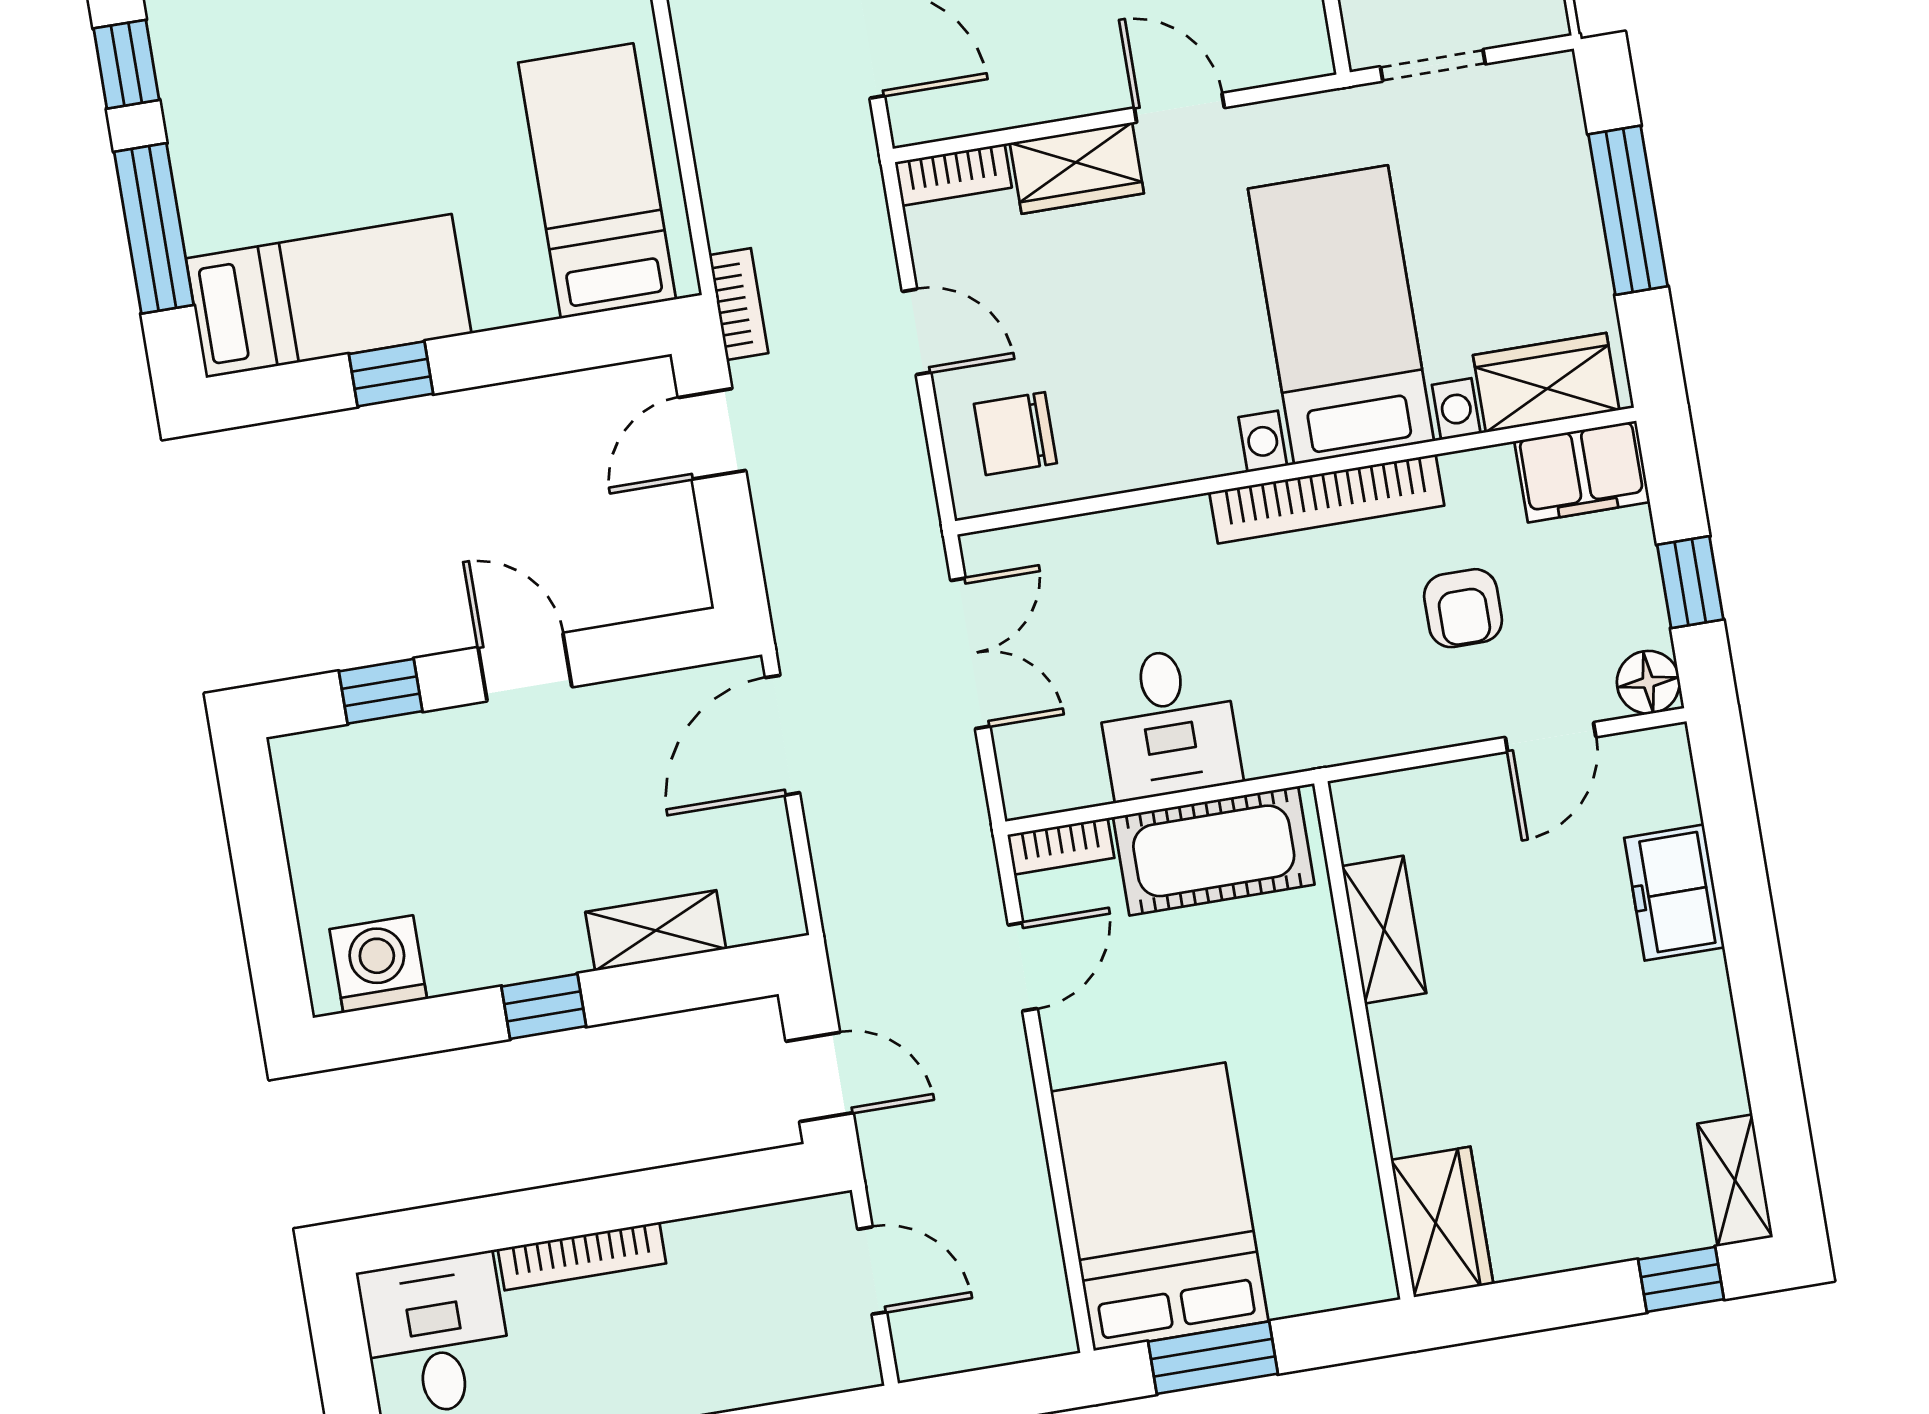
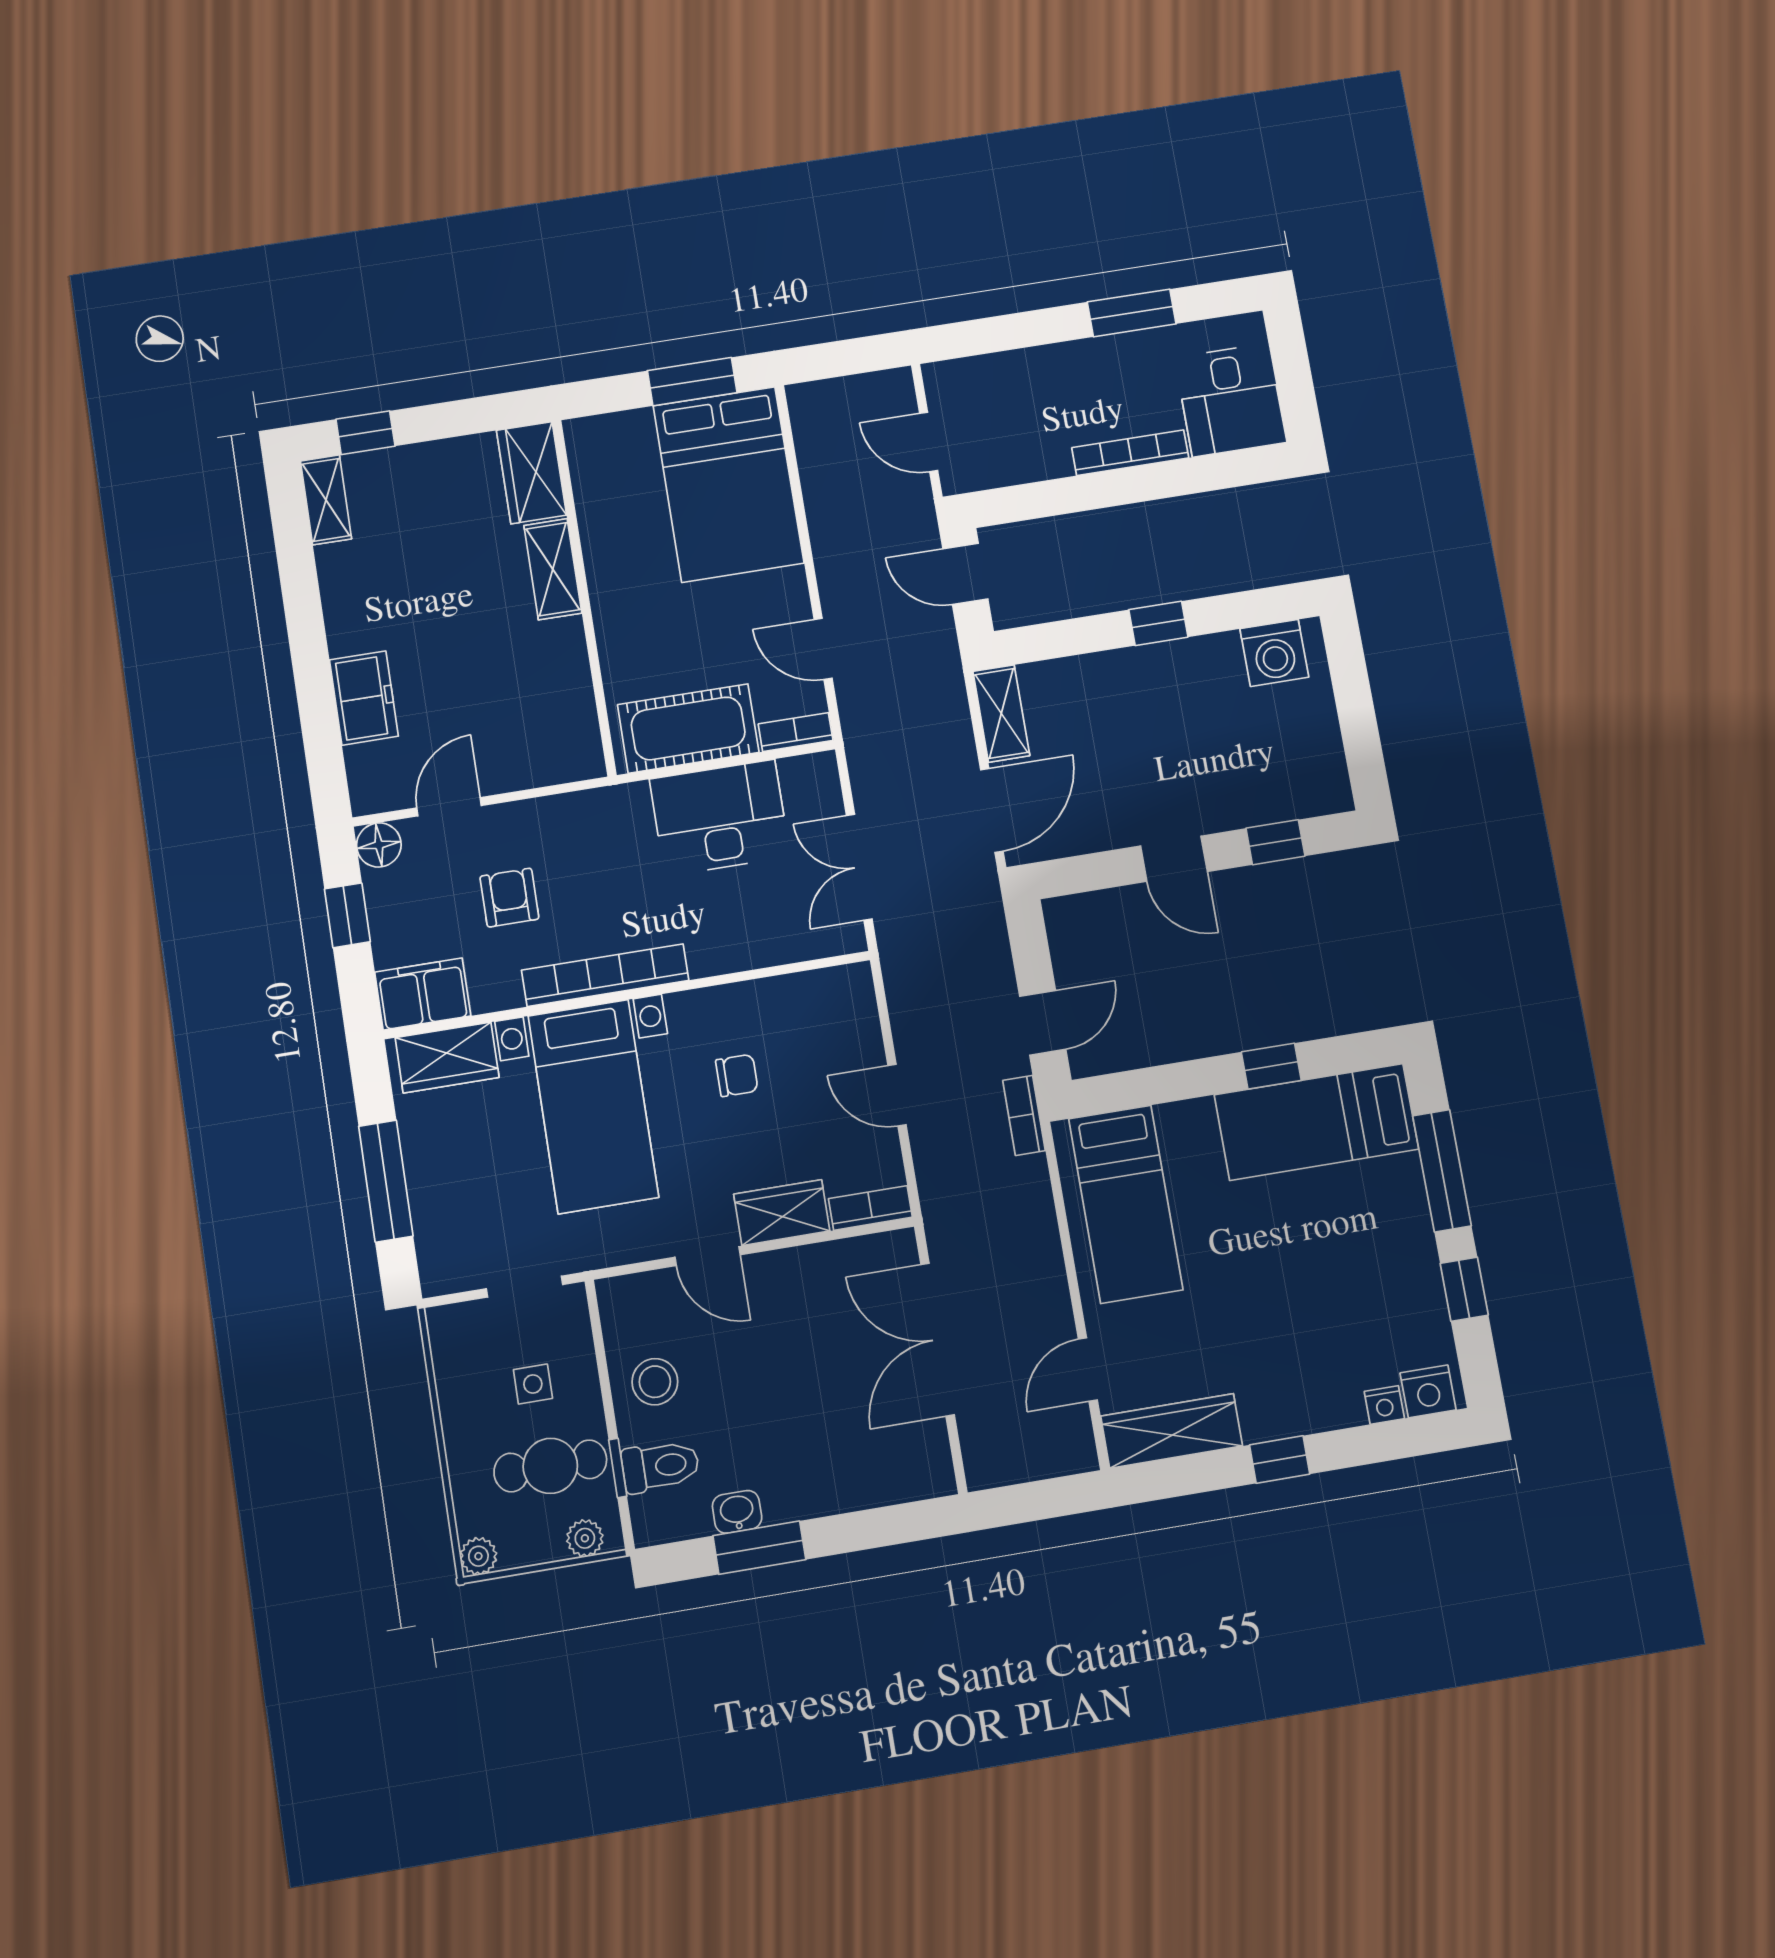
chair: (1015, 434) -> (737, 1075), moved, width x0.73, depth x0.73
desk: (1168, 723) -> (720, 818), width x1.37
shelving: (656, 930) -> (1001, 714), moved, turned 90
shelving: (1384, 930) -> (553, 569), moved
door: (1023, 967) -> (823, 649), hinge flipped

